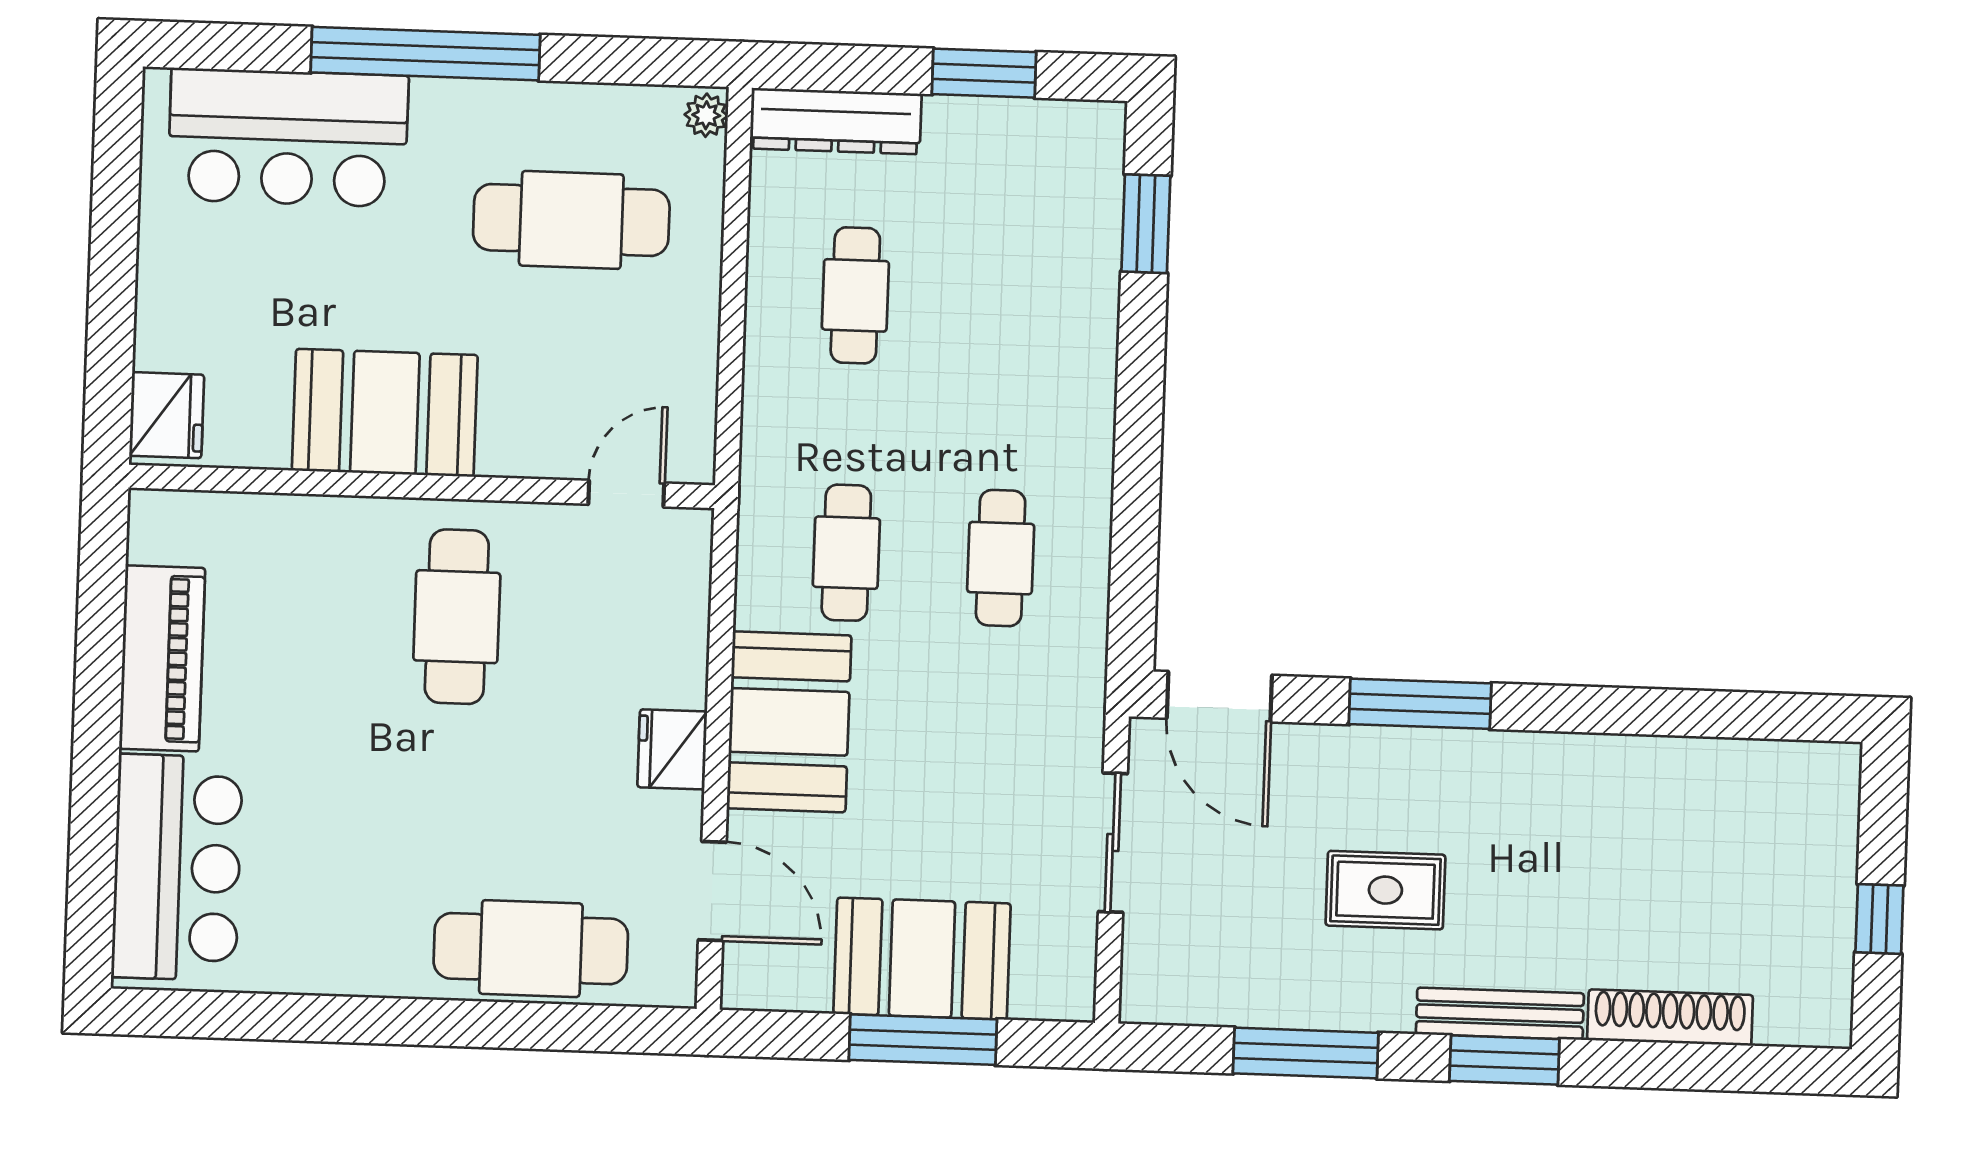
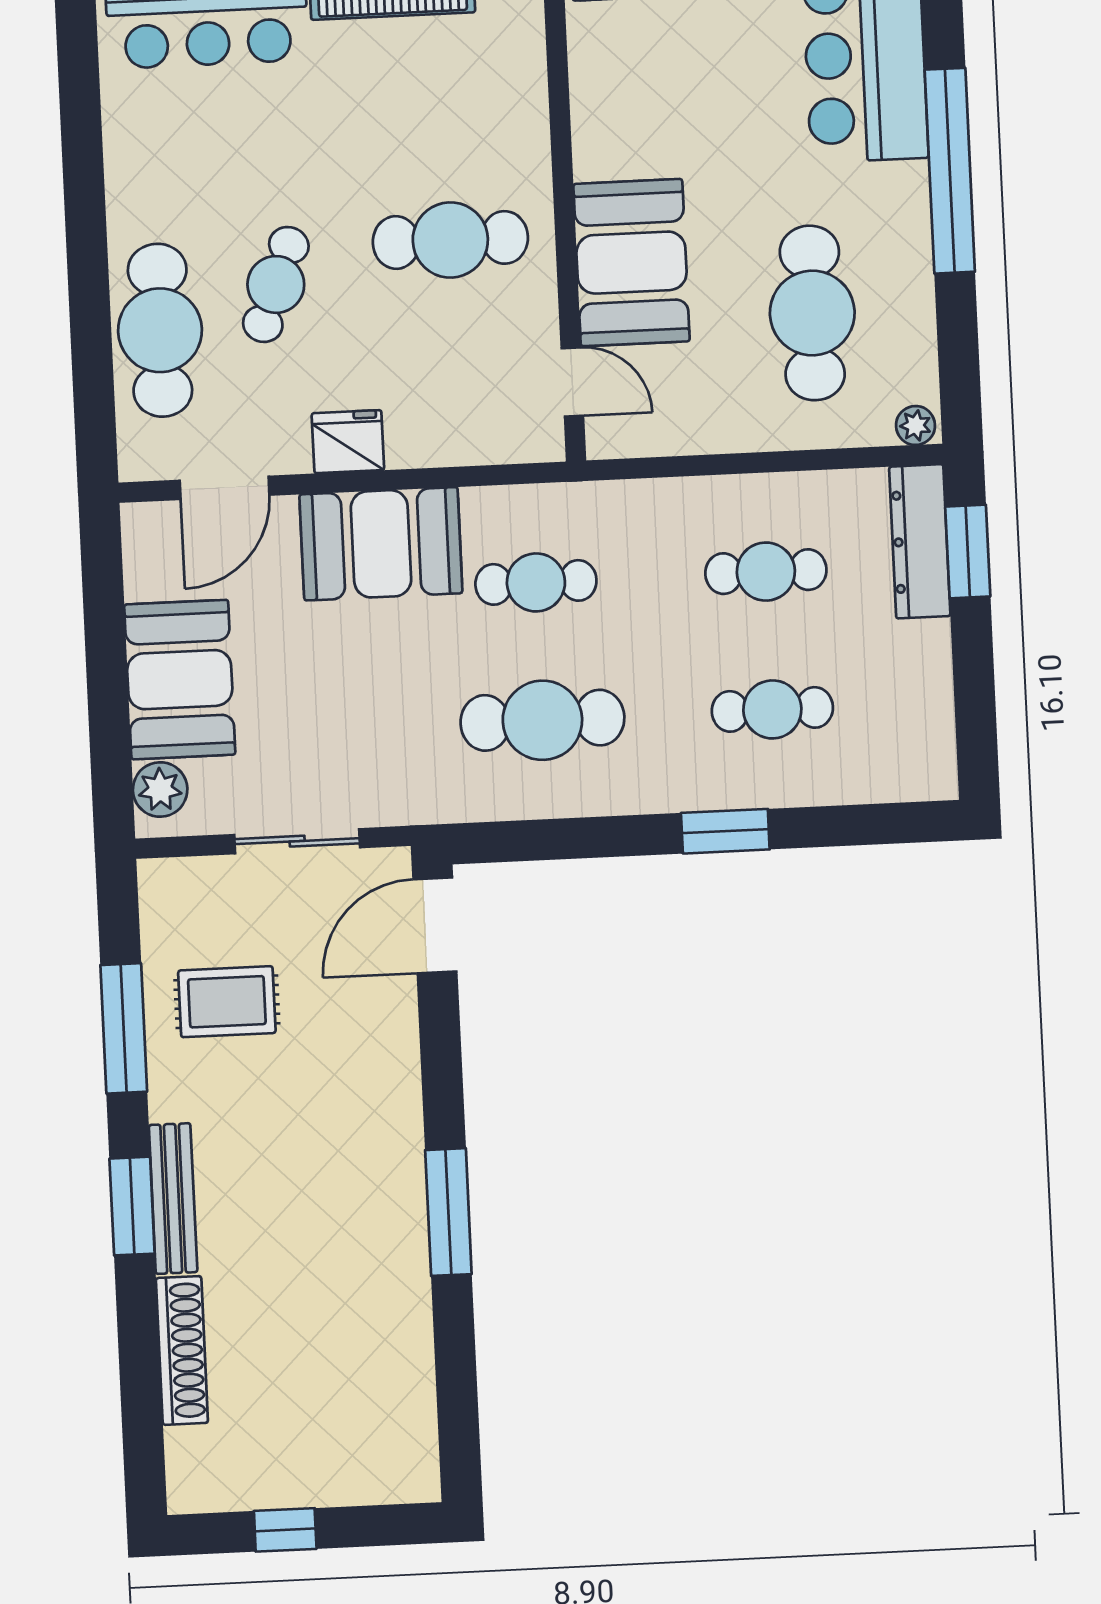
window: (984, 73) -> (968, 552), moved
window: (1146, 224) -> (725, 831), moved
cafe table: (1010, 301) -> (772, 709), added
booth: (385, 413) -> (632, 263), moved
cafe table: (1001, 558) -> (542, 720), width x1.37, depth x1.35
window: (1420, 704) -> (448, 1212), moved
cafe table: (490, 815) -> (276, 284), added
rug: (1385, 890) -> (227, 1002), moved, turned 90
plant: (1043, 991) -> (160, 790), added
window: (923, 1040) -> (108, 686), removed

